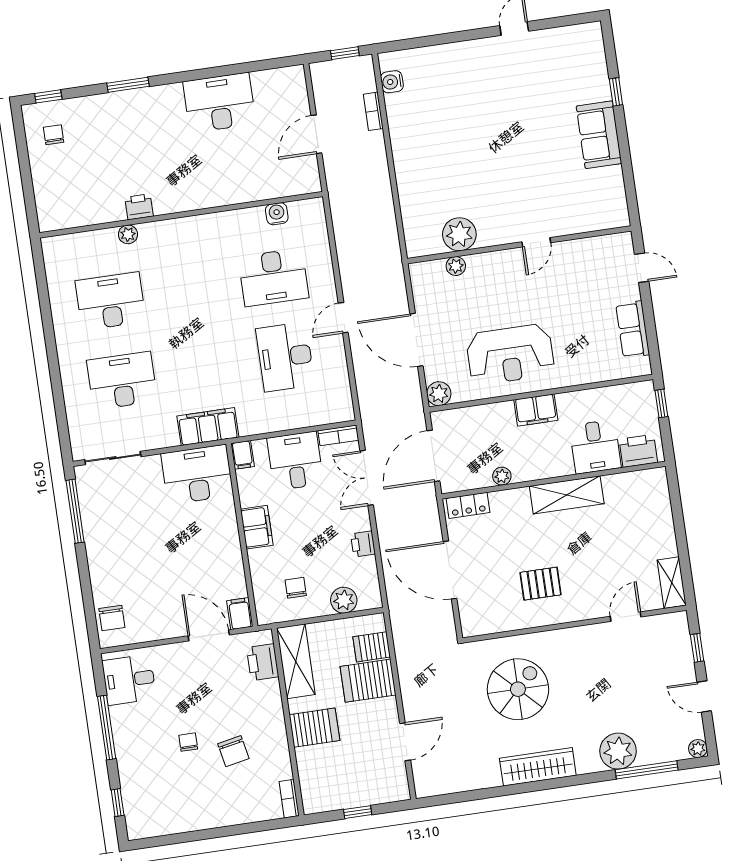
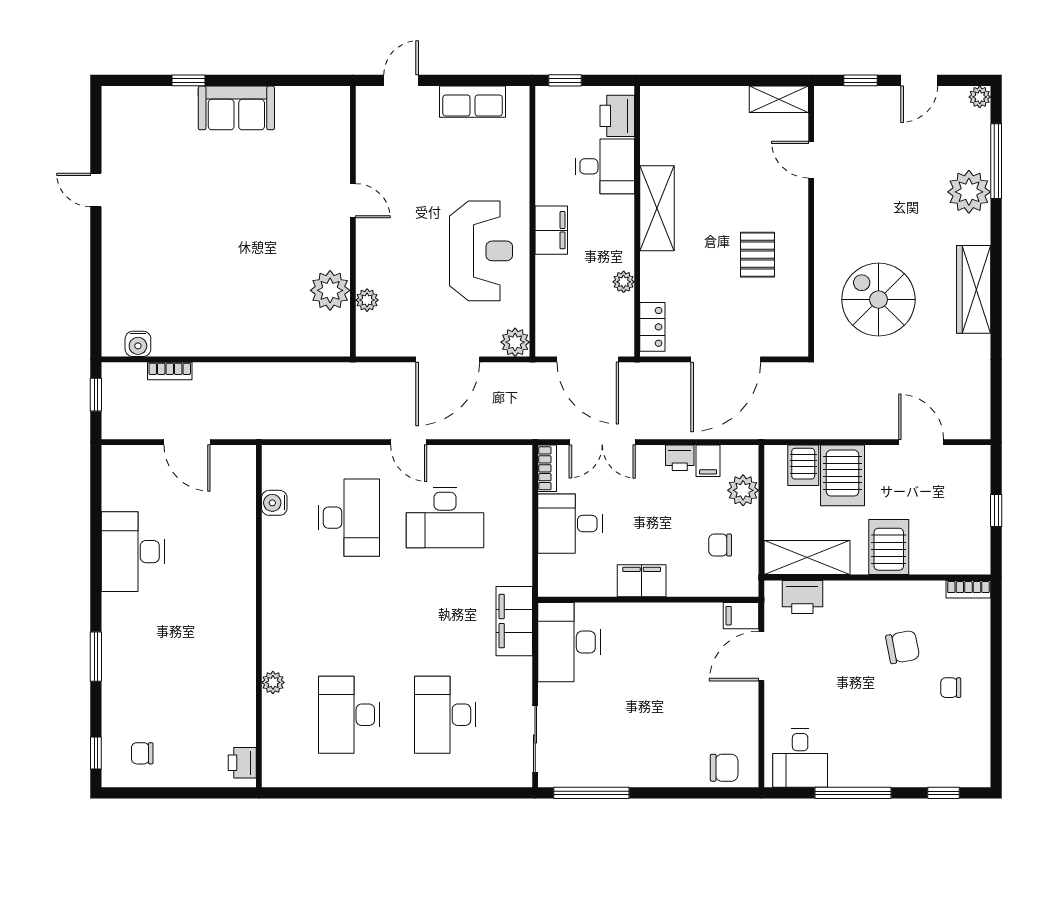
printer: (139, 207) -> (242, 763), moved
filing cabinet: (243, 455) -> (708, 461), moved, turned 90
chair: (188, 742) -> (951, 688), moved

